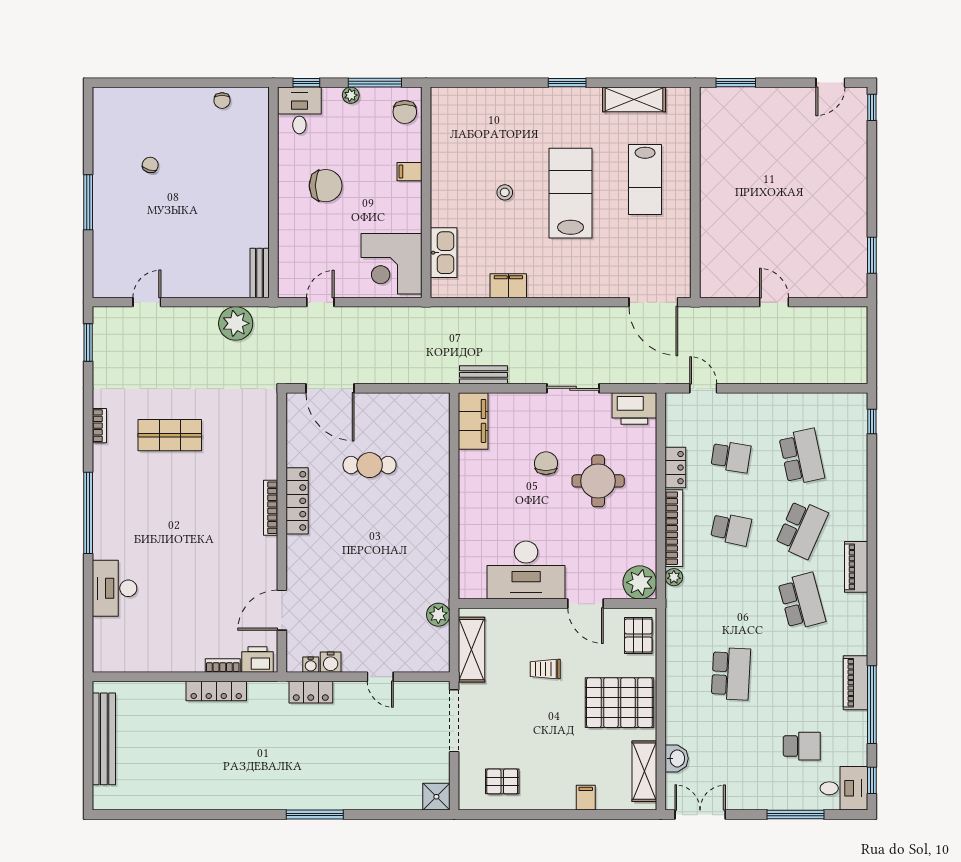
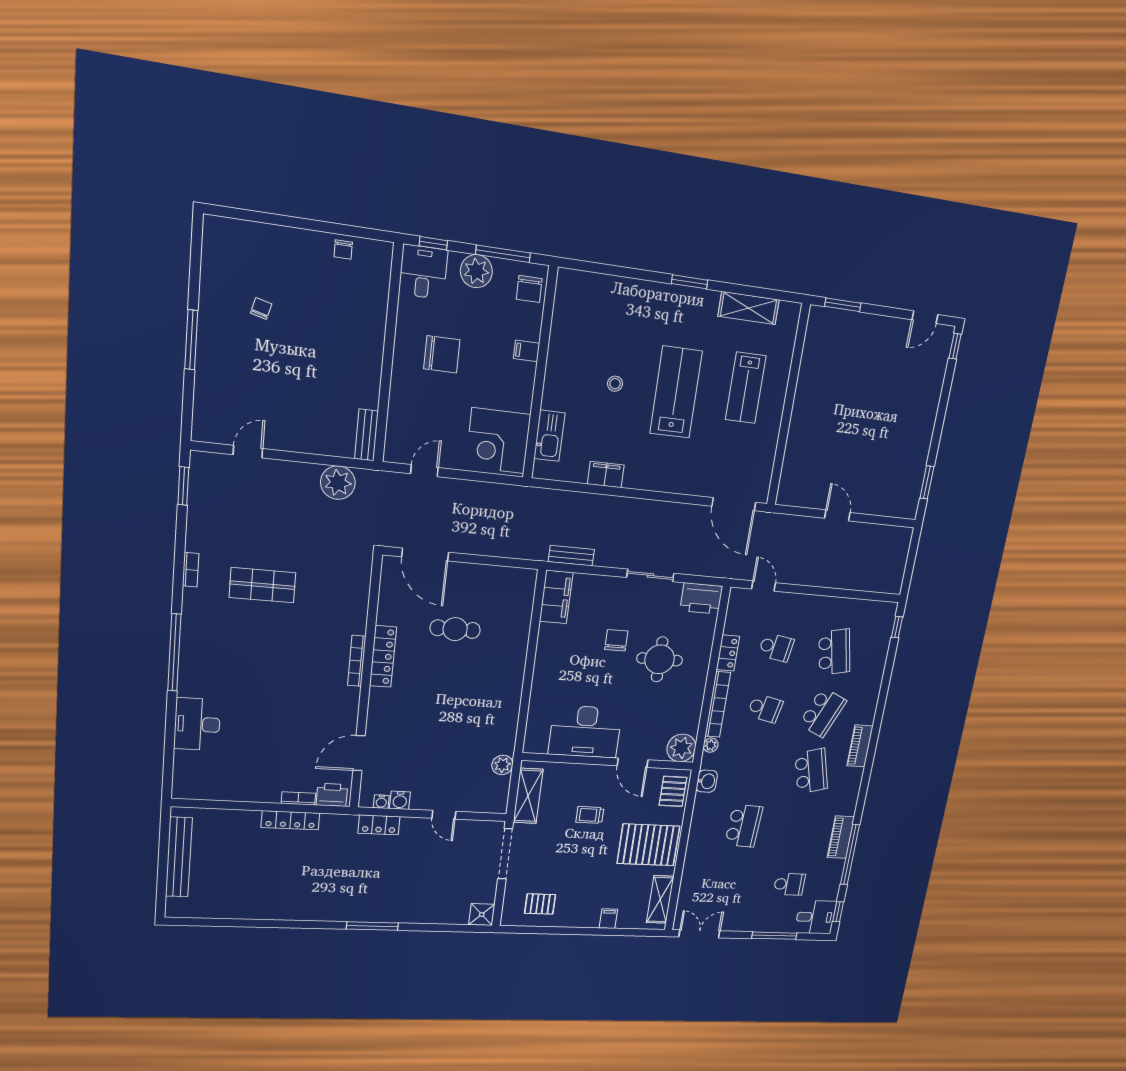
plant: (351, 95) -> (476, 271), width x1.88, depth x1.88
washbasin: (677, 758) -> (707, 781), moved

